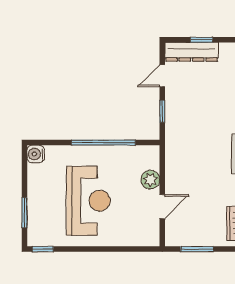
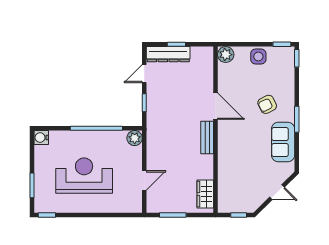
plant: (150, 180) -> (135, 138), moved
reception desk: (88, 201) -> (84, 176), turned -90

